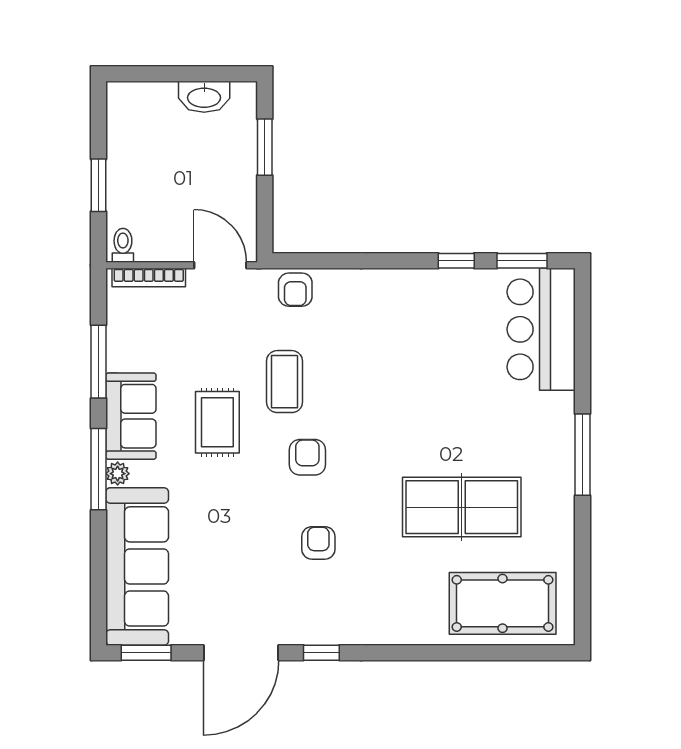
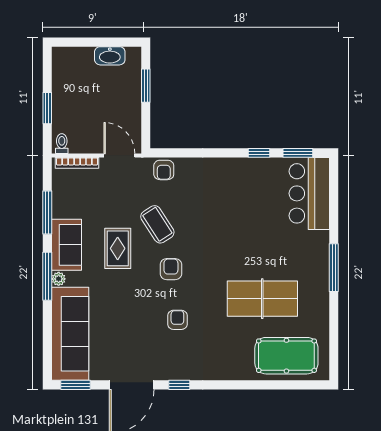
coffee table: (285, 382) -> (157, 224), turned -33

